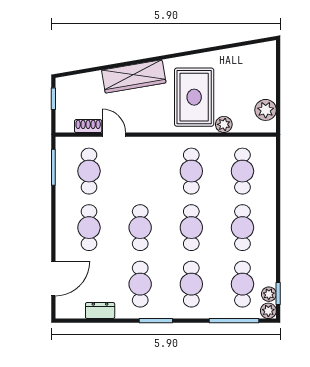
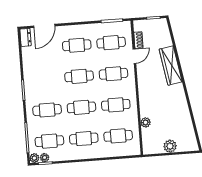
rug: (194, 97) -> (161, 103), removed
plant: (266, 110) -> (170, 146), moved
door: (53, 279) -> (44, 26), hinge flipped
cafe table: (140, 284) -> (113, 74), moved
dresser: (100, 310) -> (26, 37), moved

